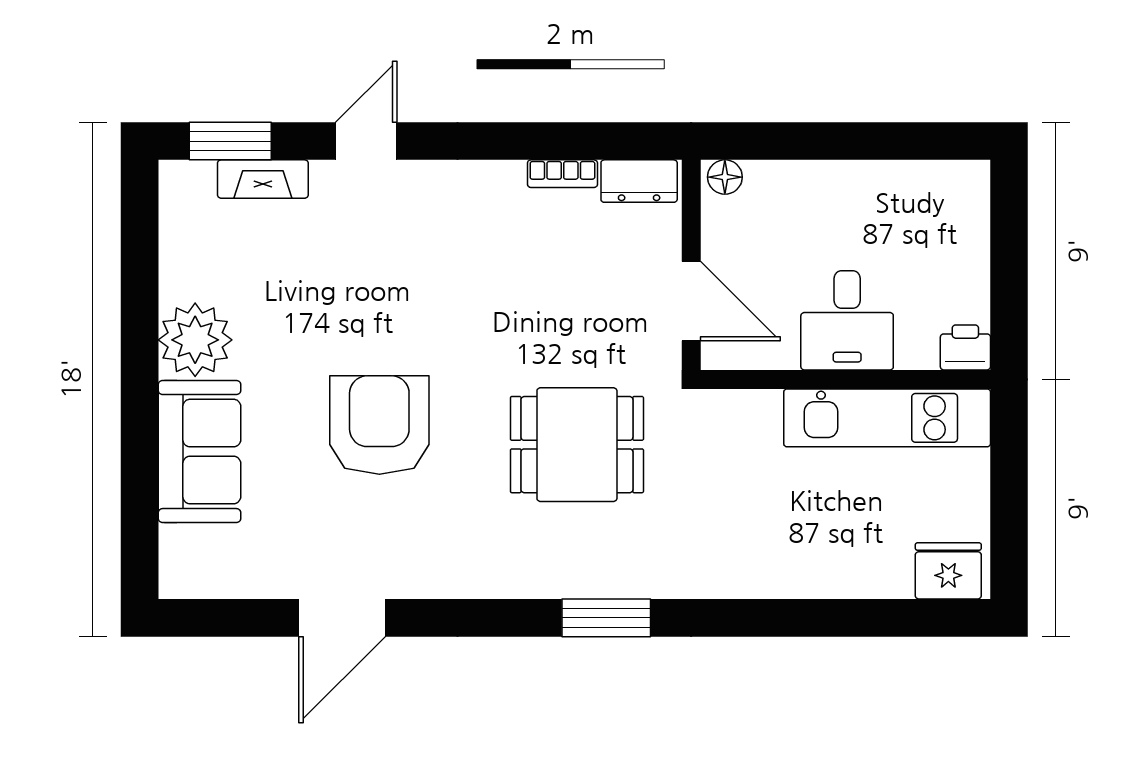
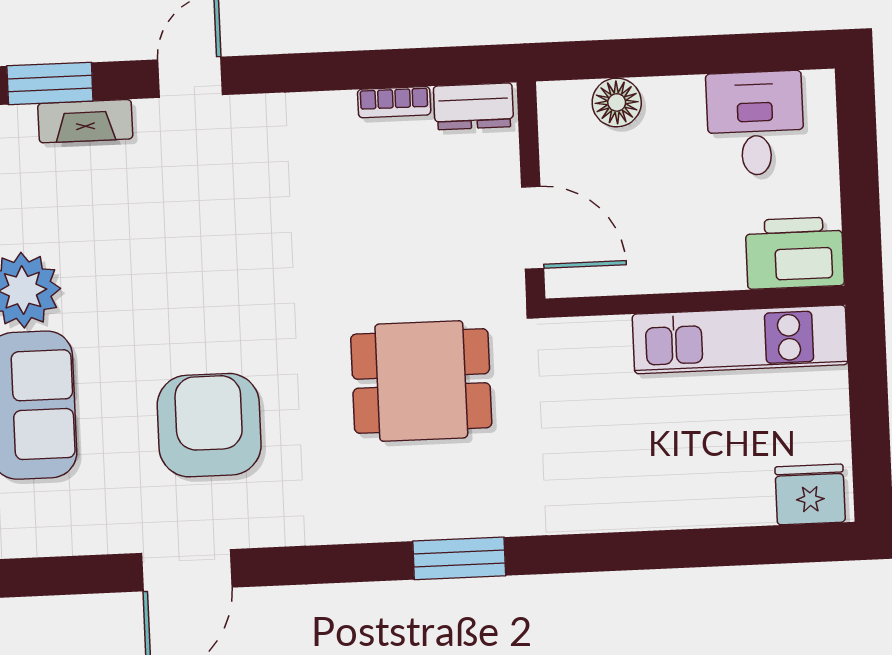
floor lamp: (725, 177) -> (617, 102), moved, width x1.37, depth x1.37
desk: (847, 320) -> (755, 123), moved, turned 180
printer: (965, 347) -> (795, 253), width x1.87, depth x1.48
armchair: (379, 425) -> (209, 425), moved

